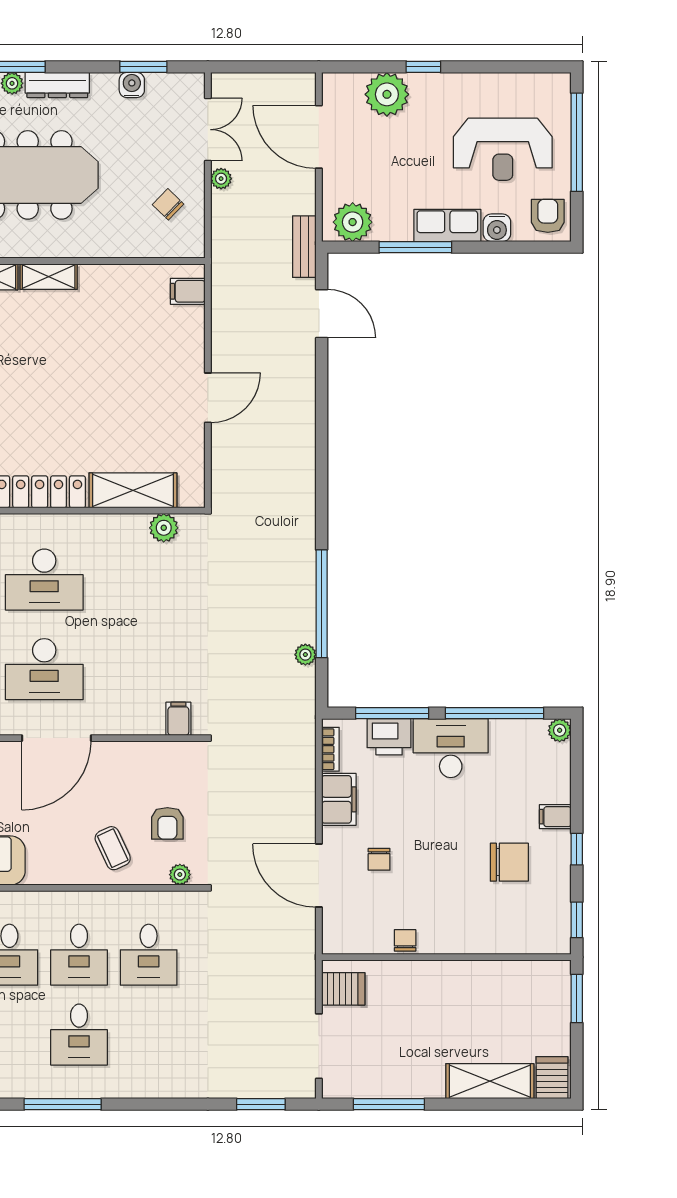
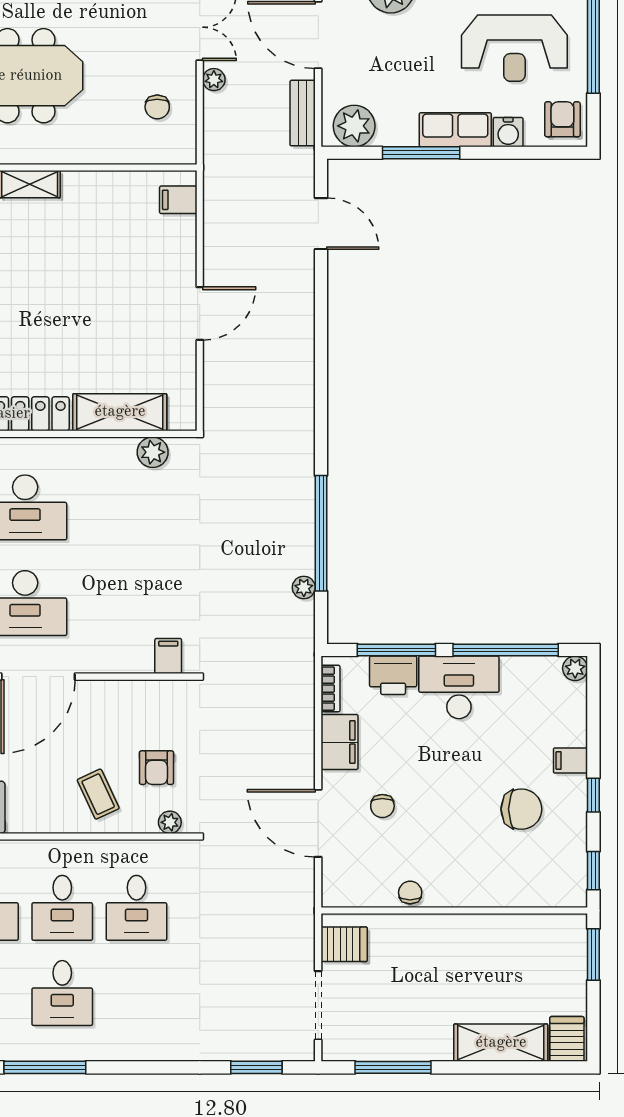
chair: (168, 204) -> (157, 107), turned -134
bench: (304, 247) -> (303, 113), moved

